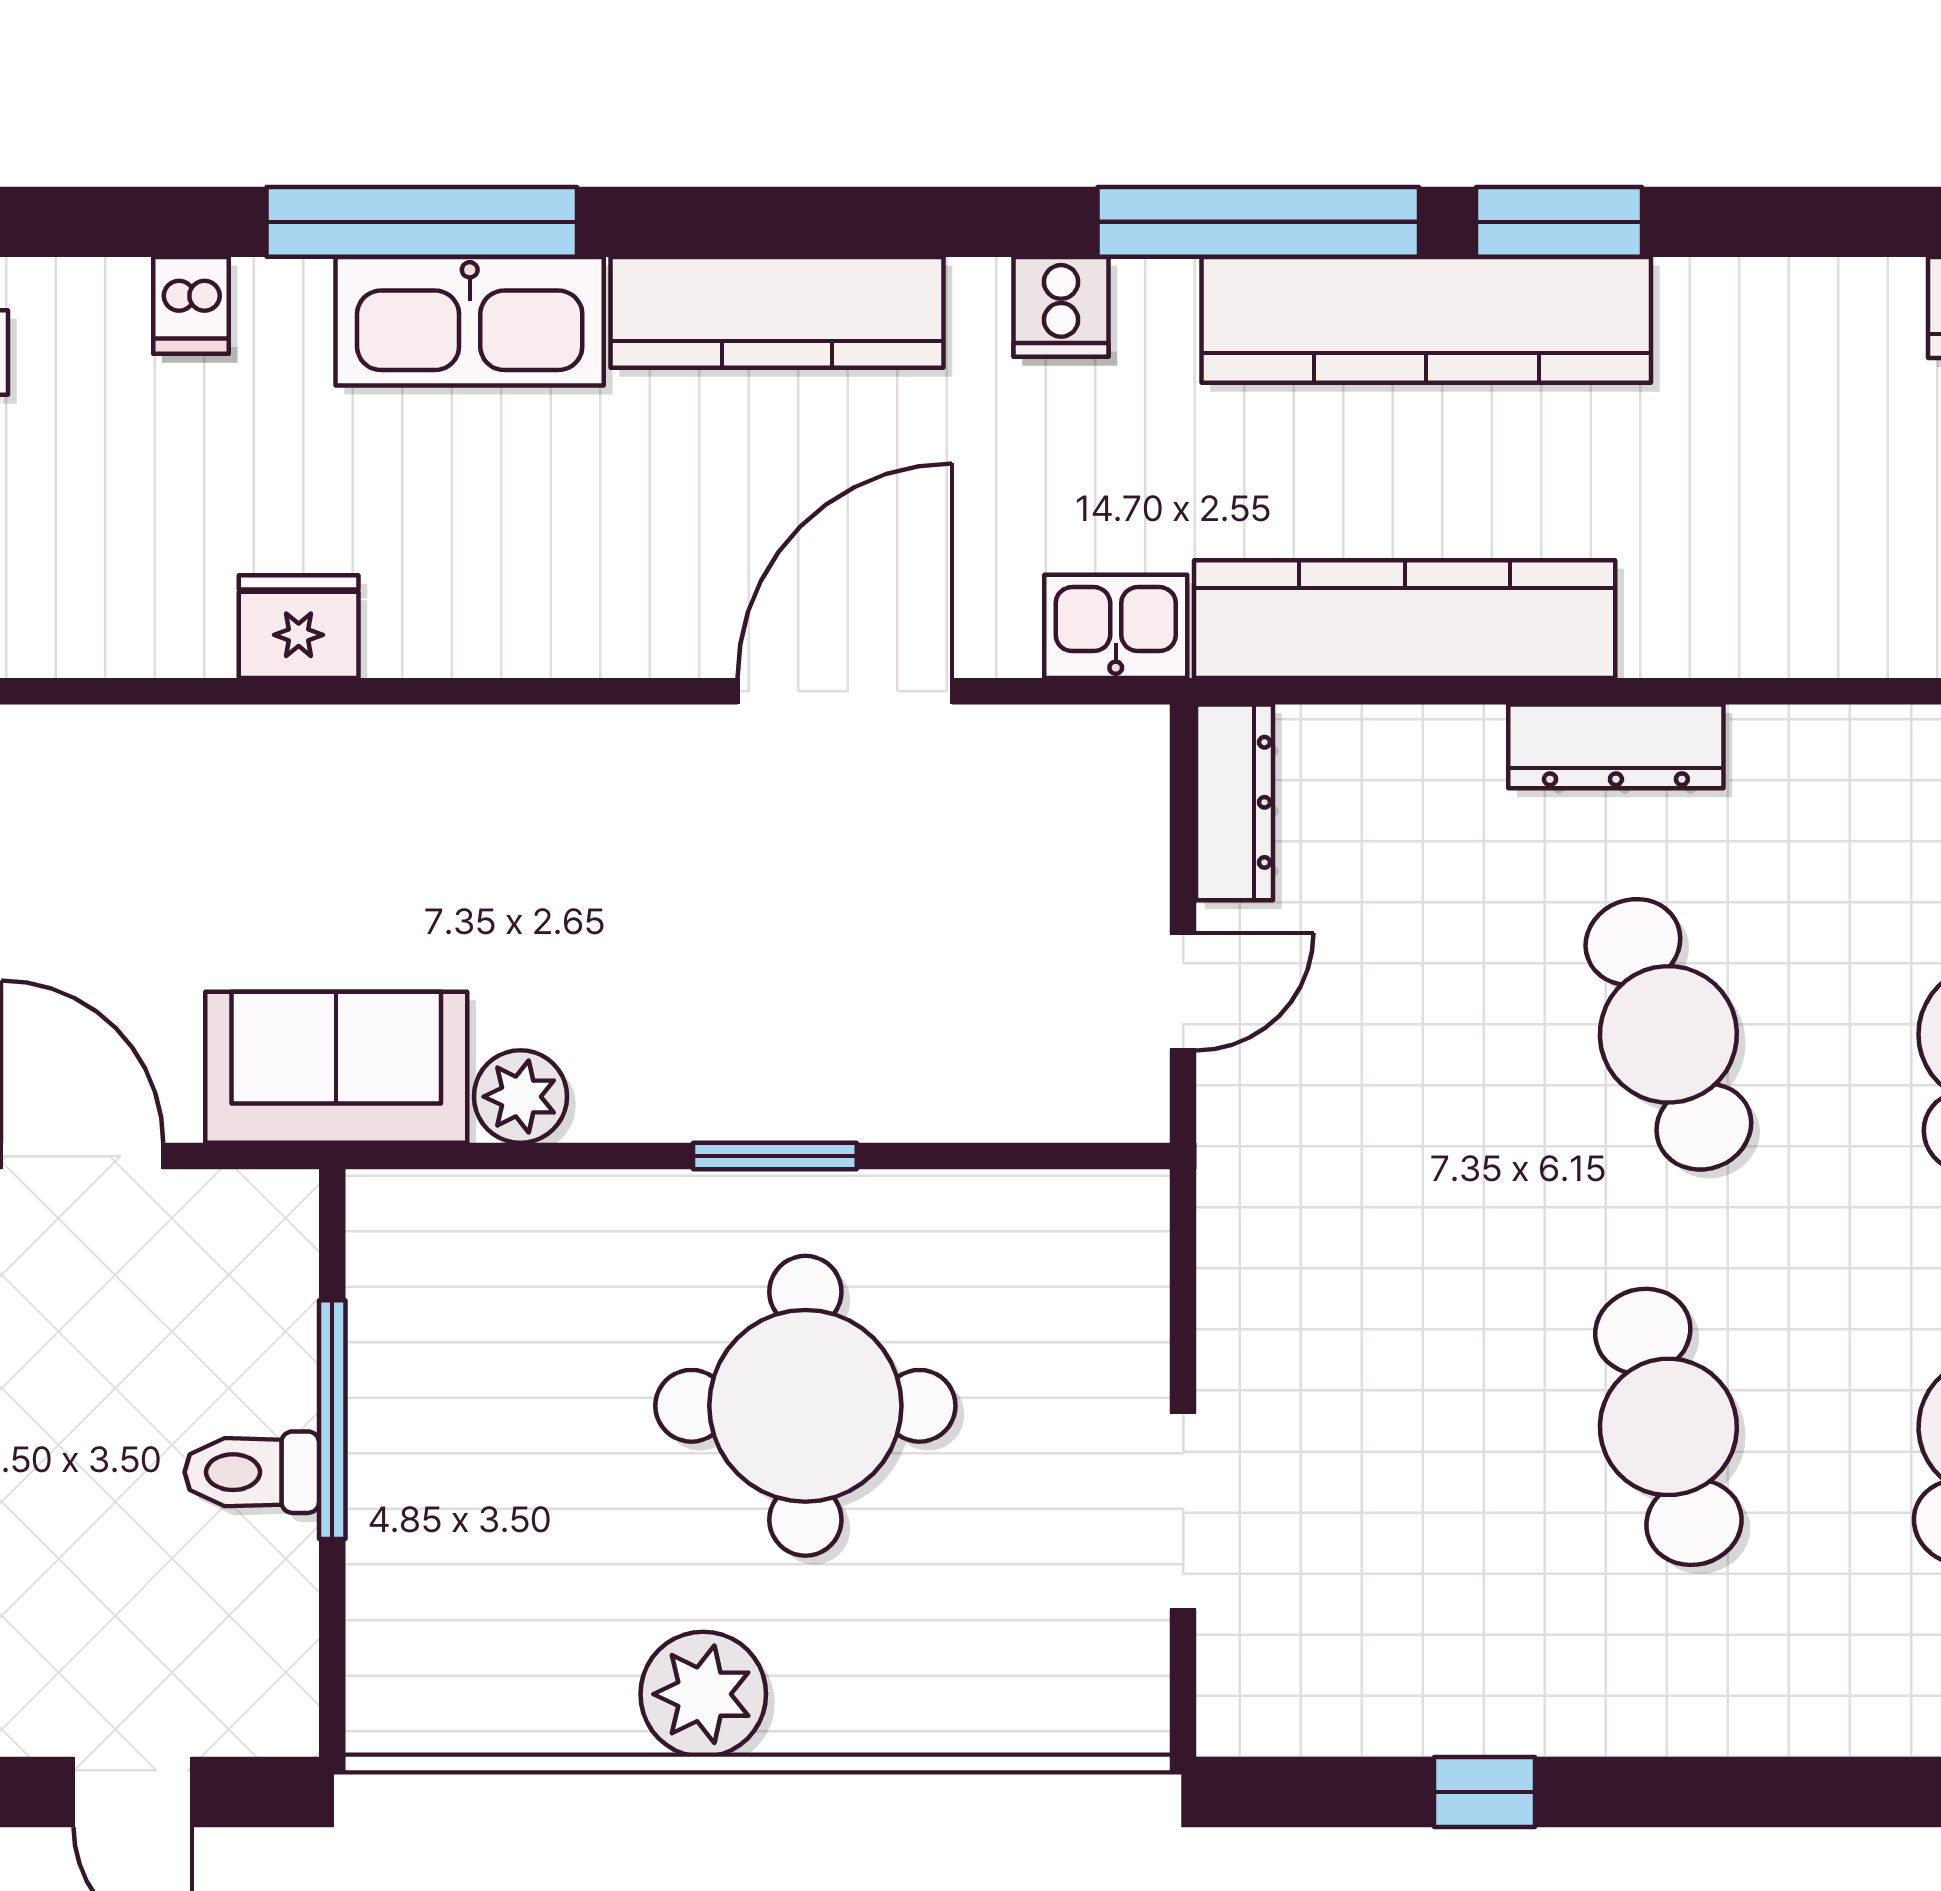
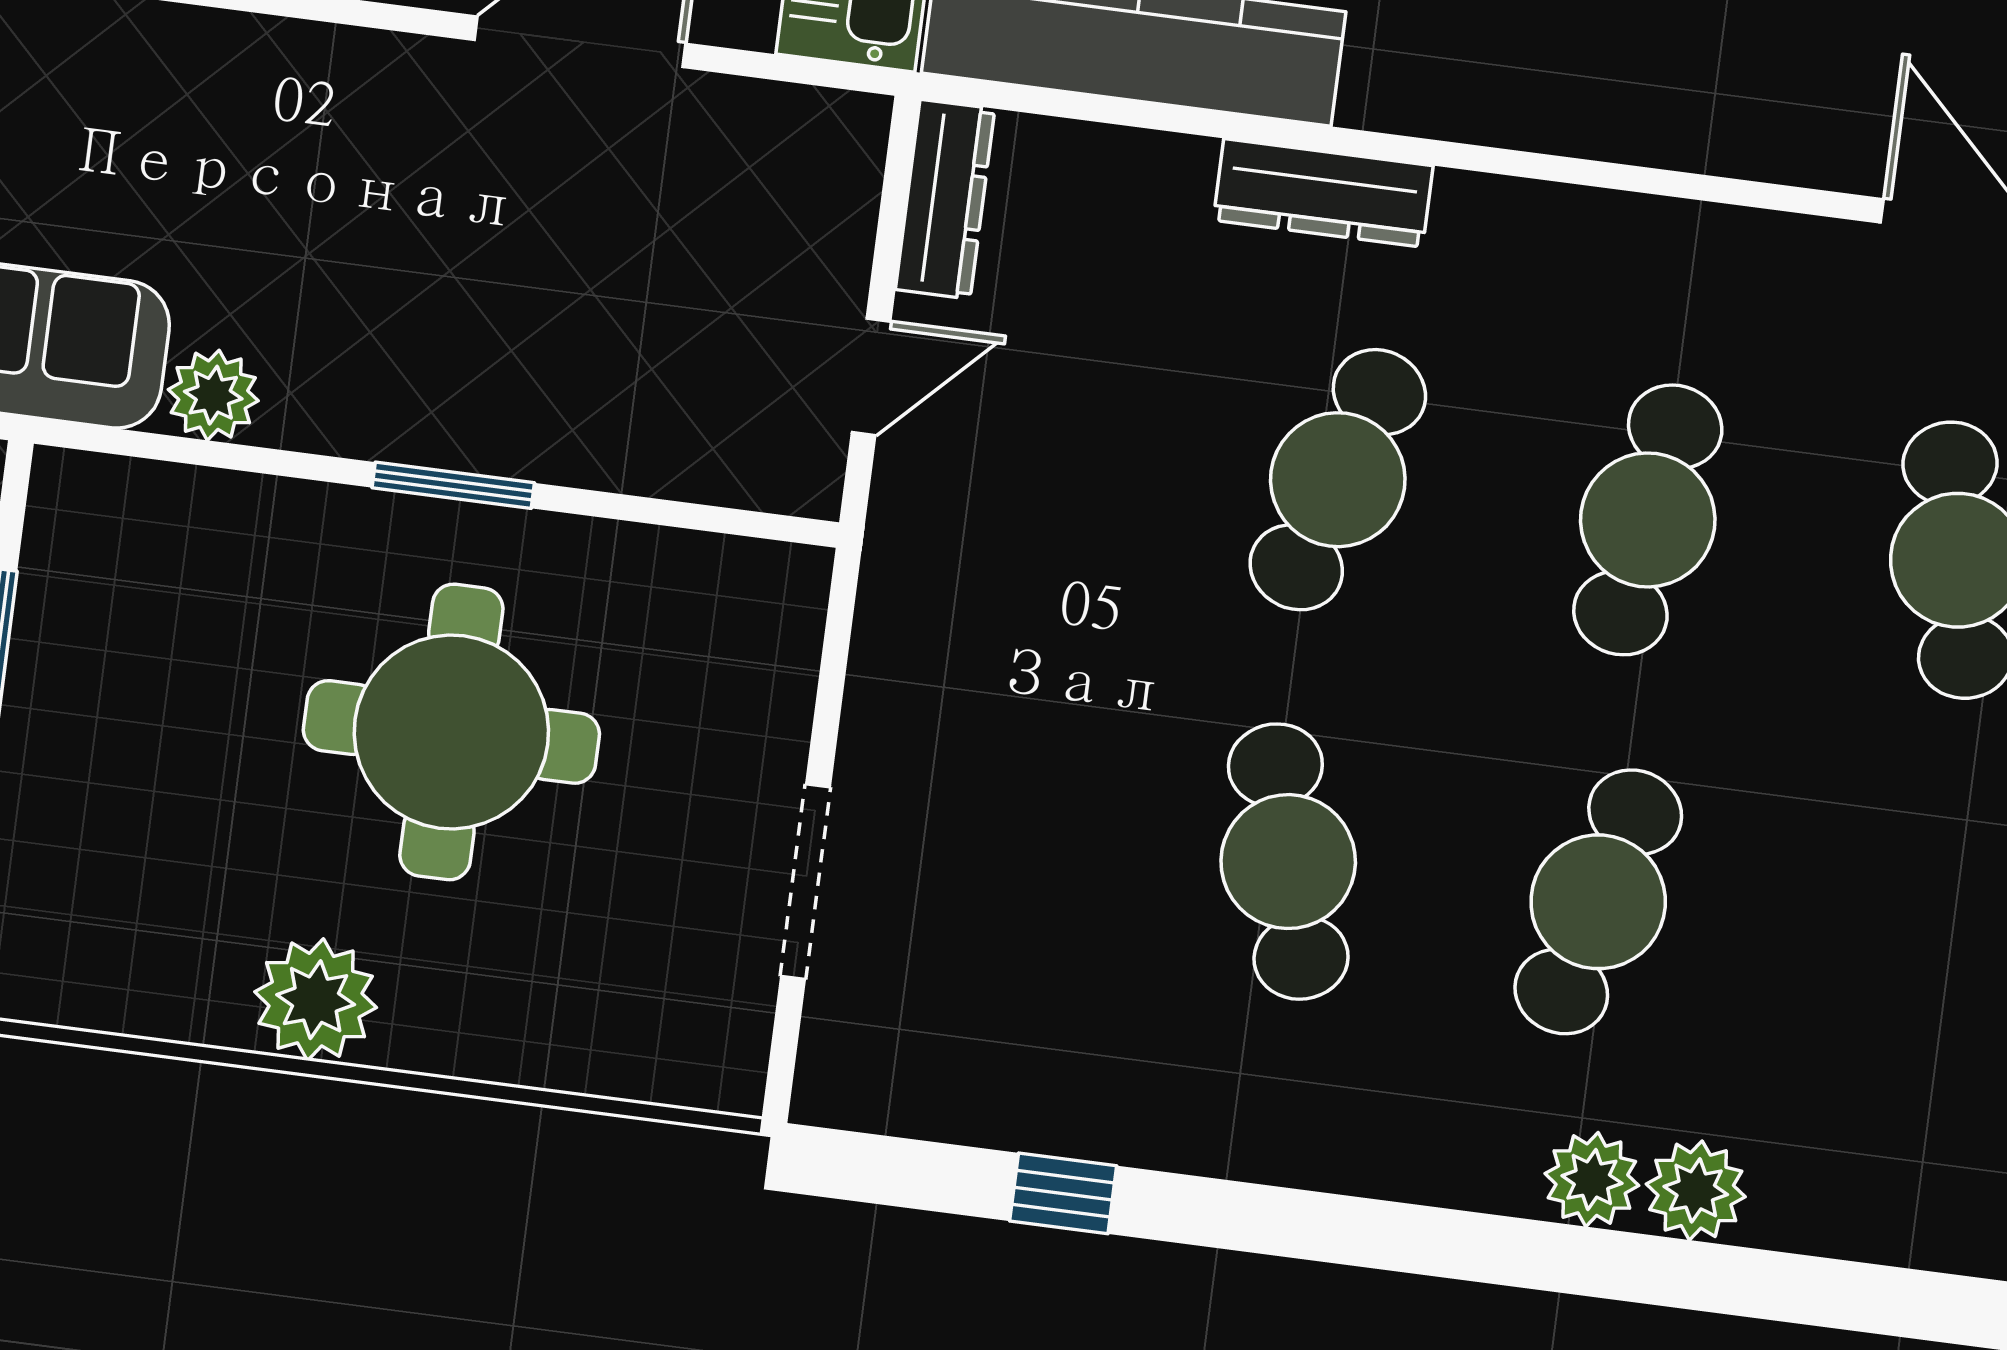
cafe table: (1668, 1034) -> (1338, 480), turned 39

